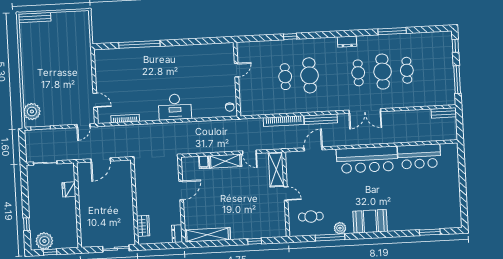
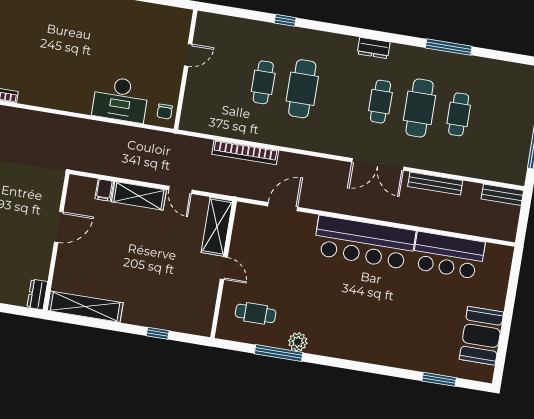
desk: (175, 107) -> (121, 99), moved
bench: (321, 119) -> (435, 184), moved
booth: (370, 221) -> (481, 336), moved, turned 90

